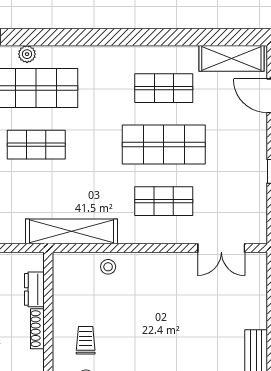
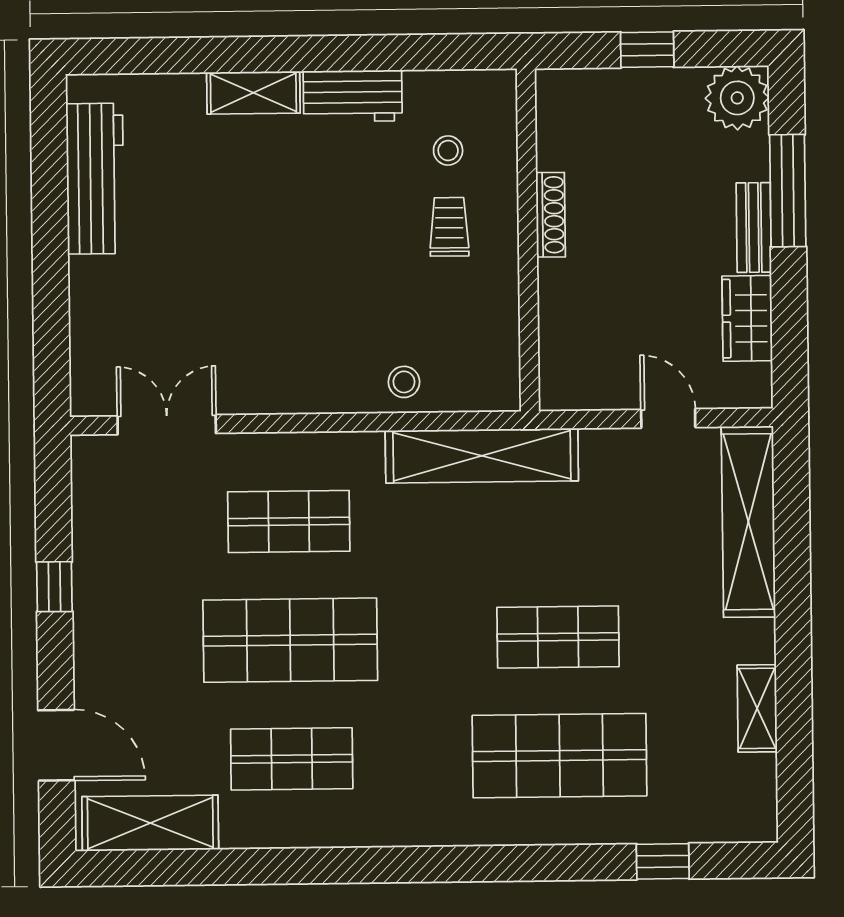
plant: (27, 54) -> (580, 827), removed
dresser: (34, 289) -> (558, 333), removed
shoe rack: (37, 329) -> (551, 215), moved
trolley: (86, 340) -> (449, 227), turned 180

